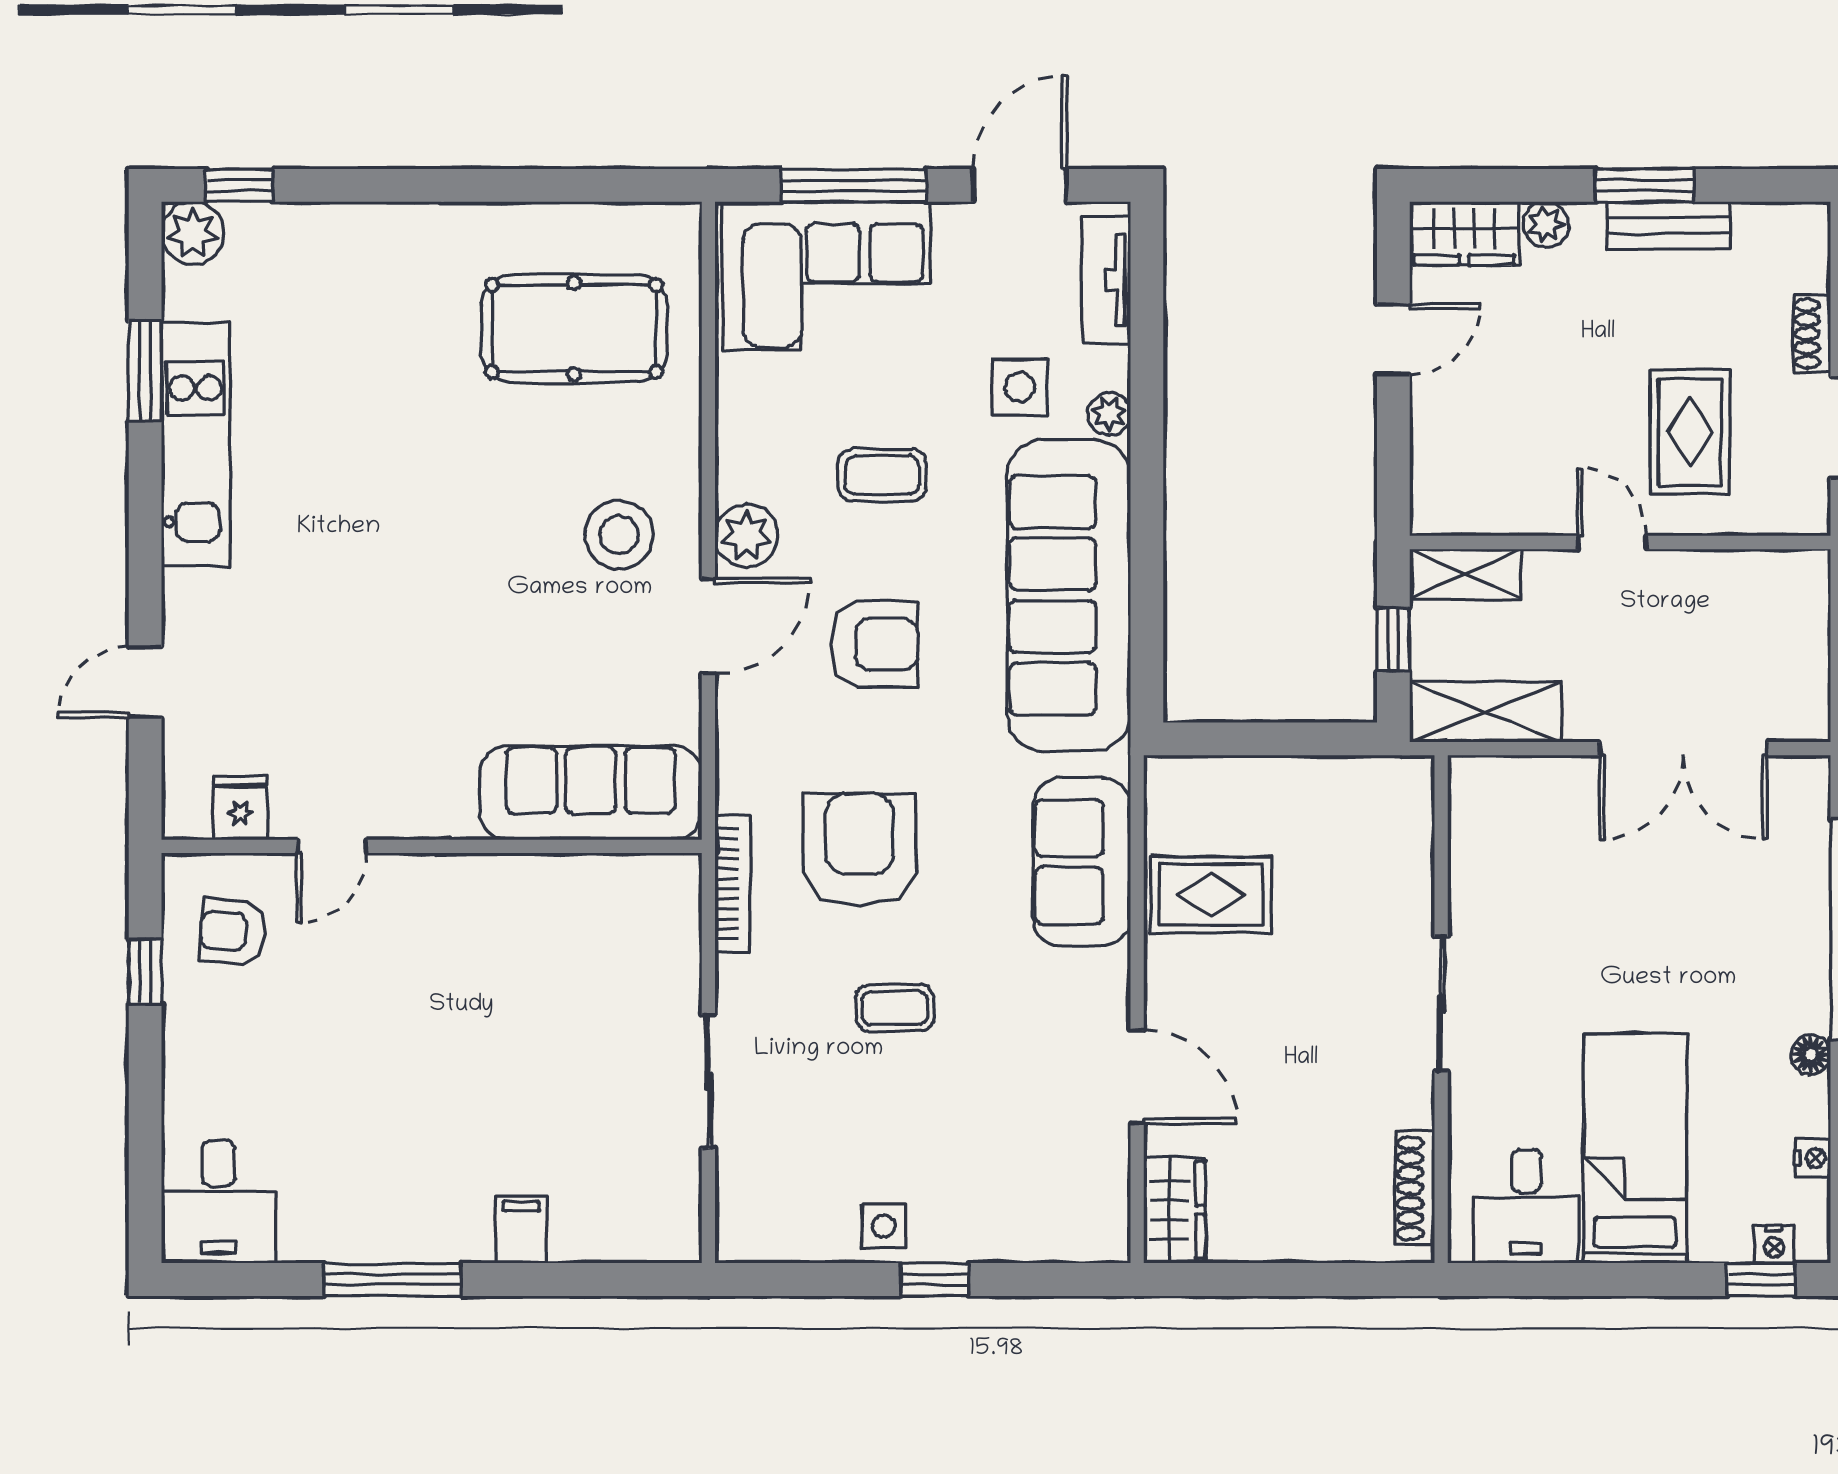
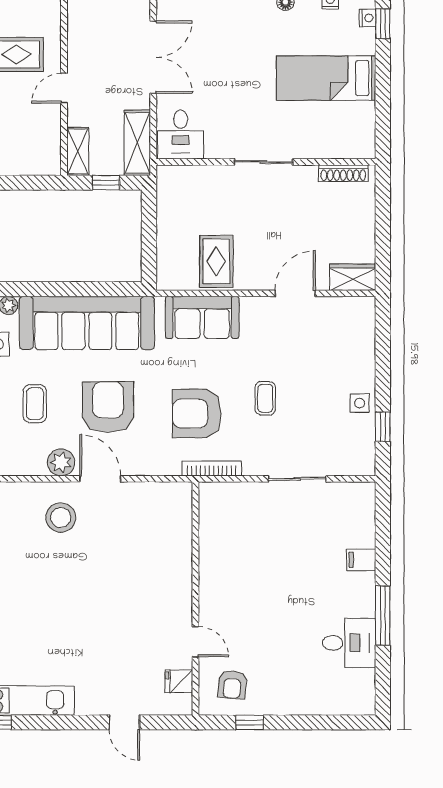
armchair: (874, 644) -> (108, 407), width x1.36, depth x1.36
sofa: (591, 793) -> (172, 530), removed
desk: (218, 1202) -> (349, 643), moved
desk: (1526, 1206) -> (181, 135), moved, turned 90
window: (935, 1279) -> (383, 427), moved

